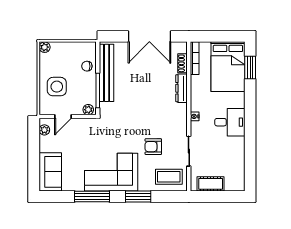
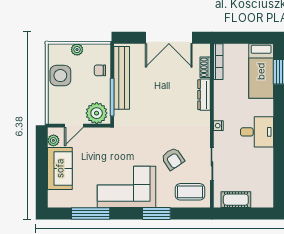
plant: (45, 47) -> (77, 50), moved
bed: (228, 67) -> (261, 71), width x0.67
side table: (57, 87) -> (60, 76), moved
plant: (88, 110) -> (97, 113), width x1.87, depth x1.87
armchair: (153, 147) -> (173, 159), turned -124
sofa: (50, 172) -> (60, 168), moved
window: (92, 196) -> (91, 214), moved

